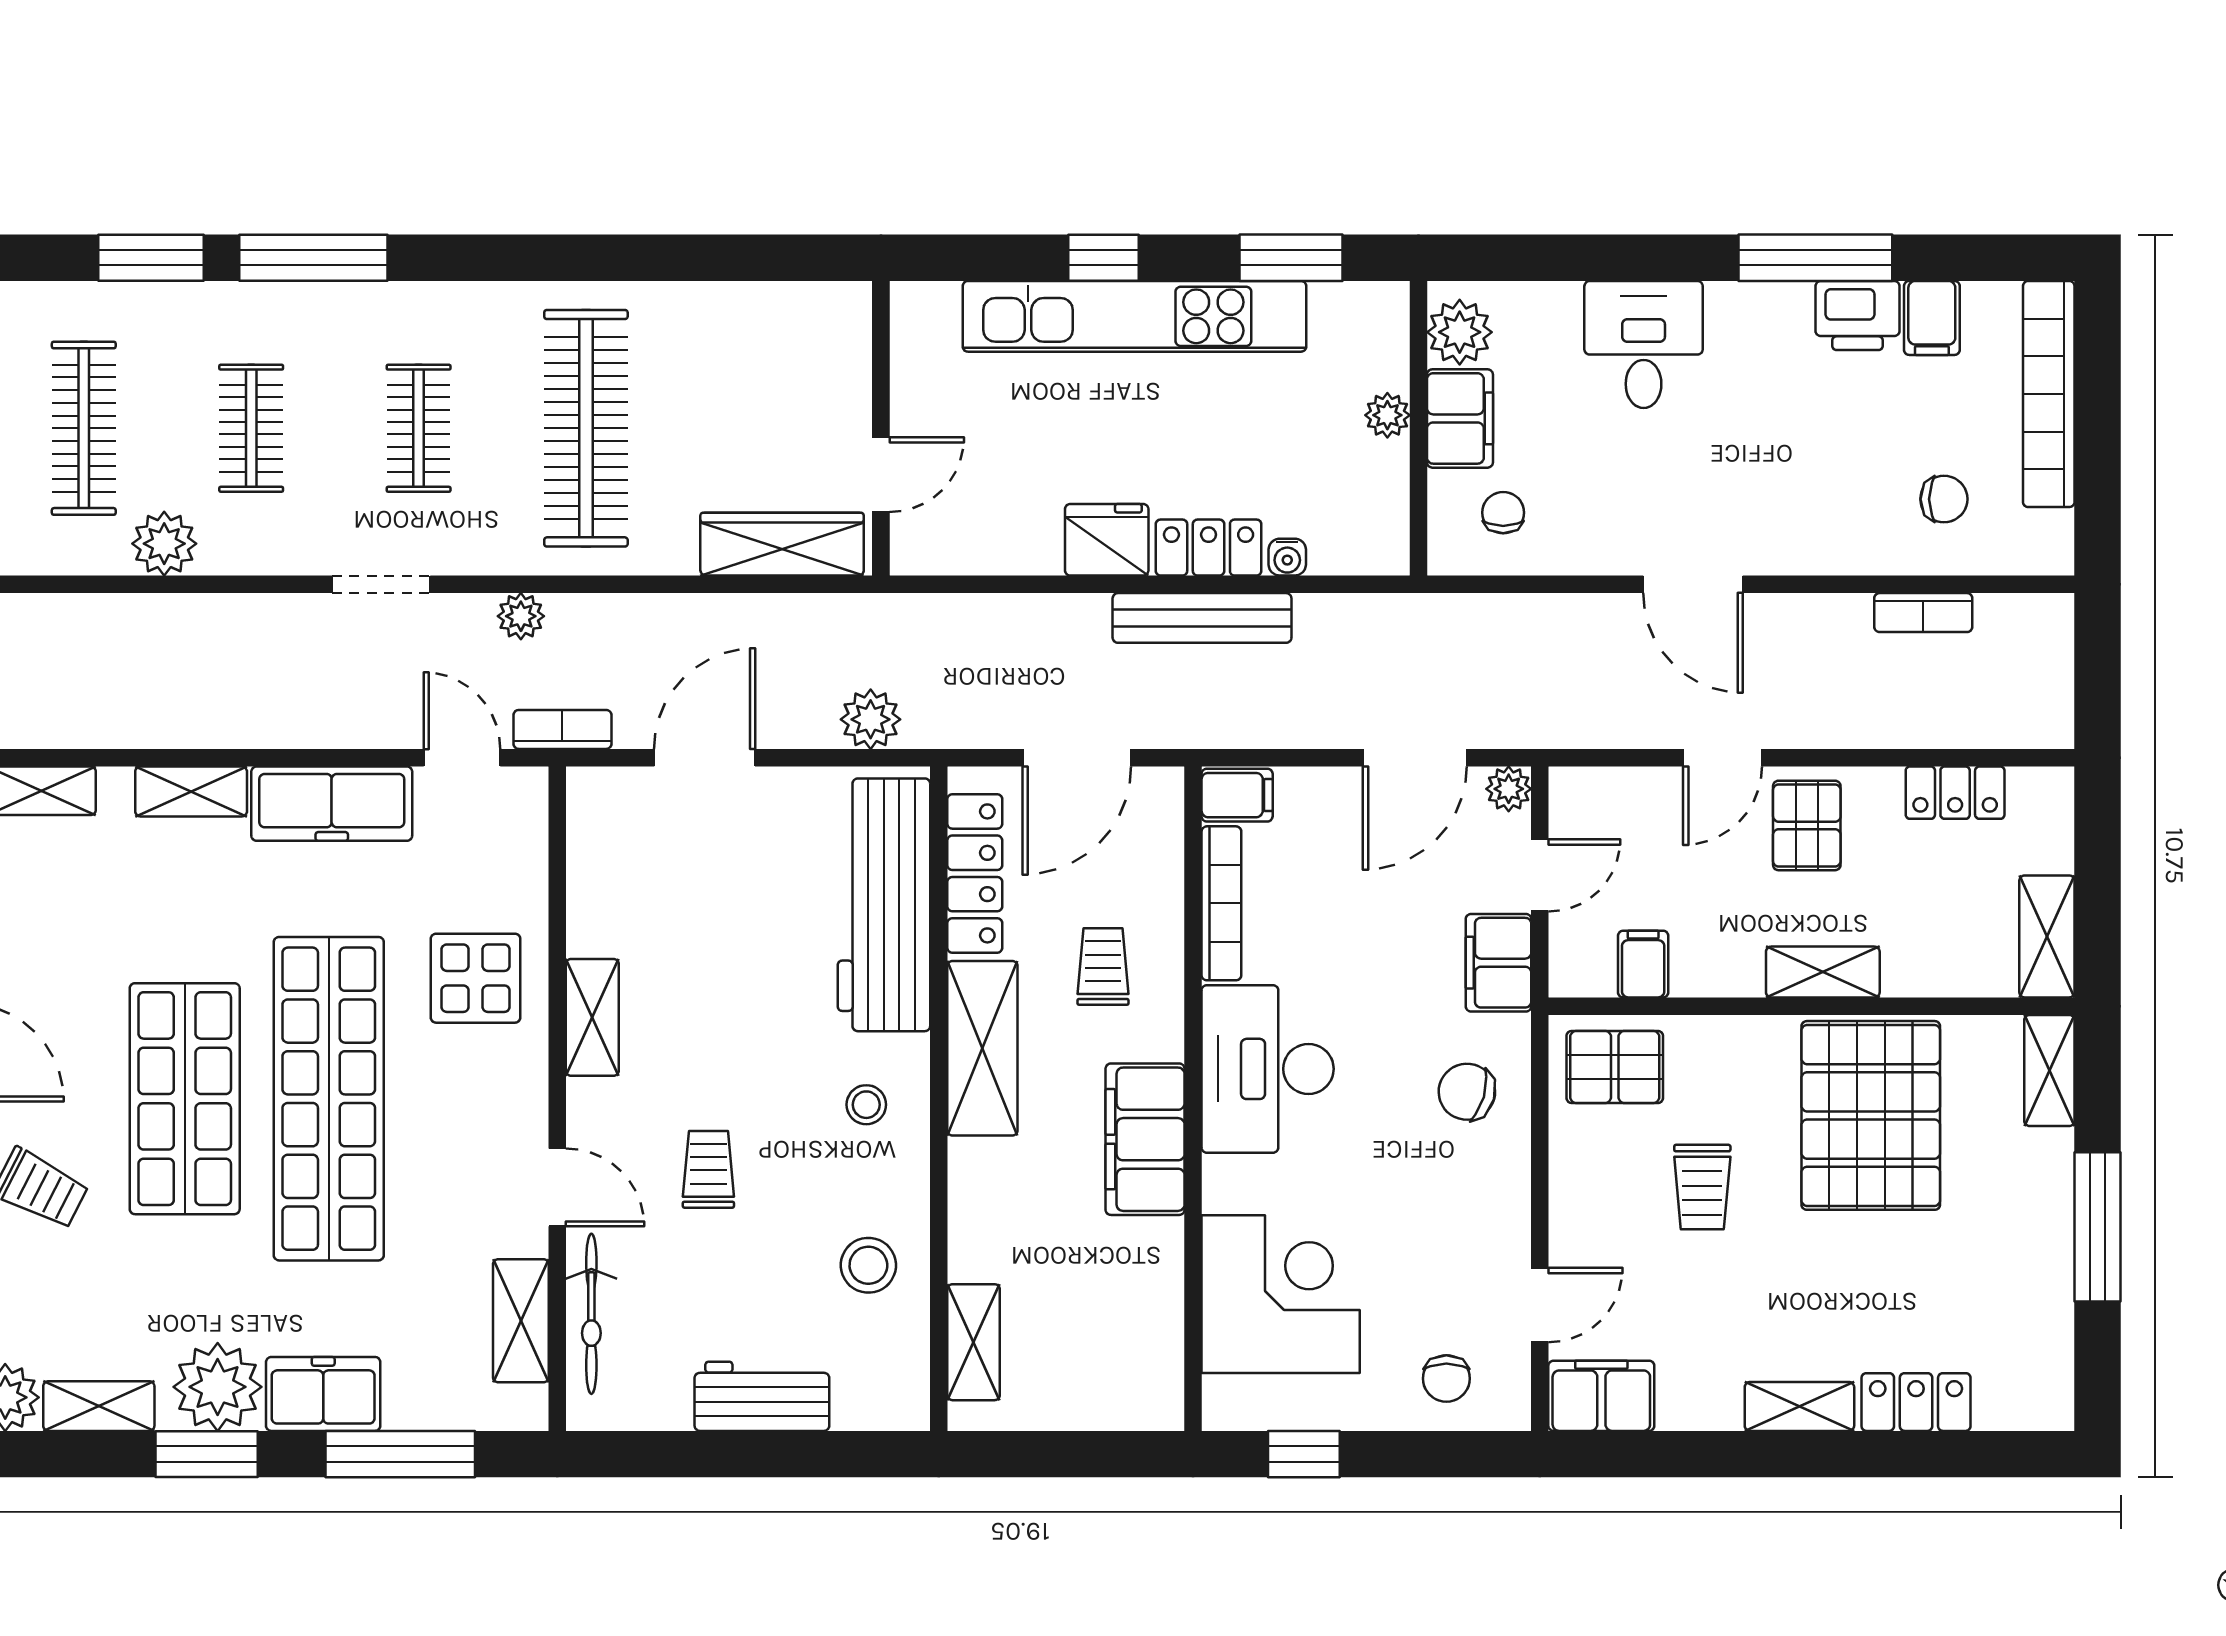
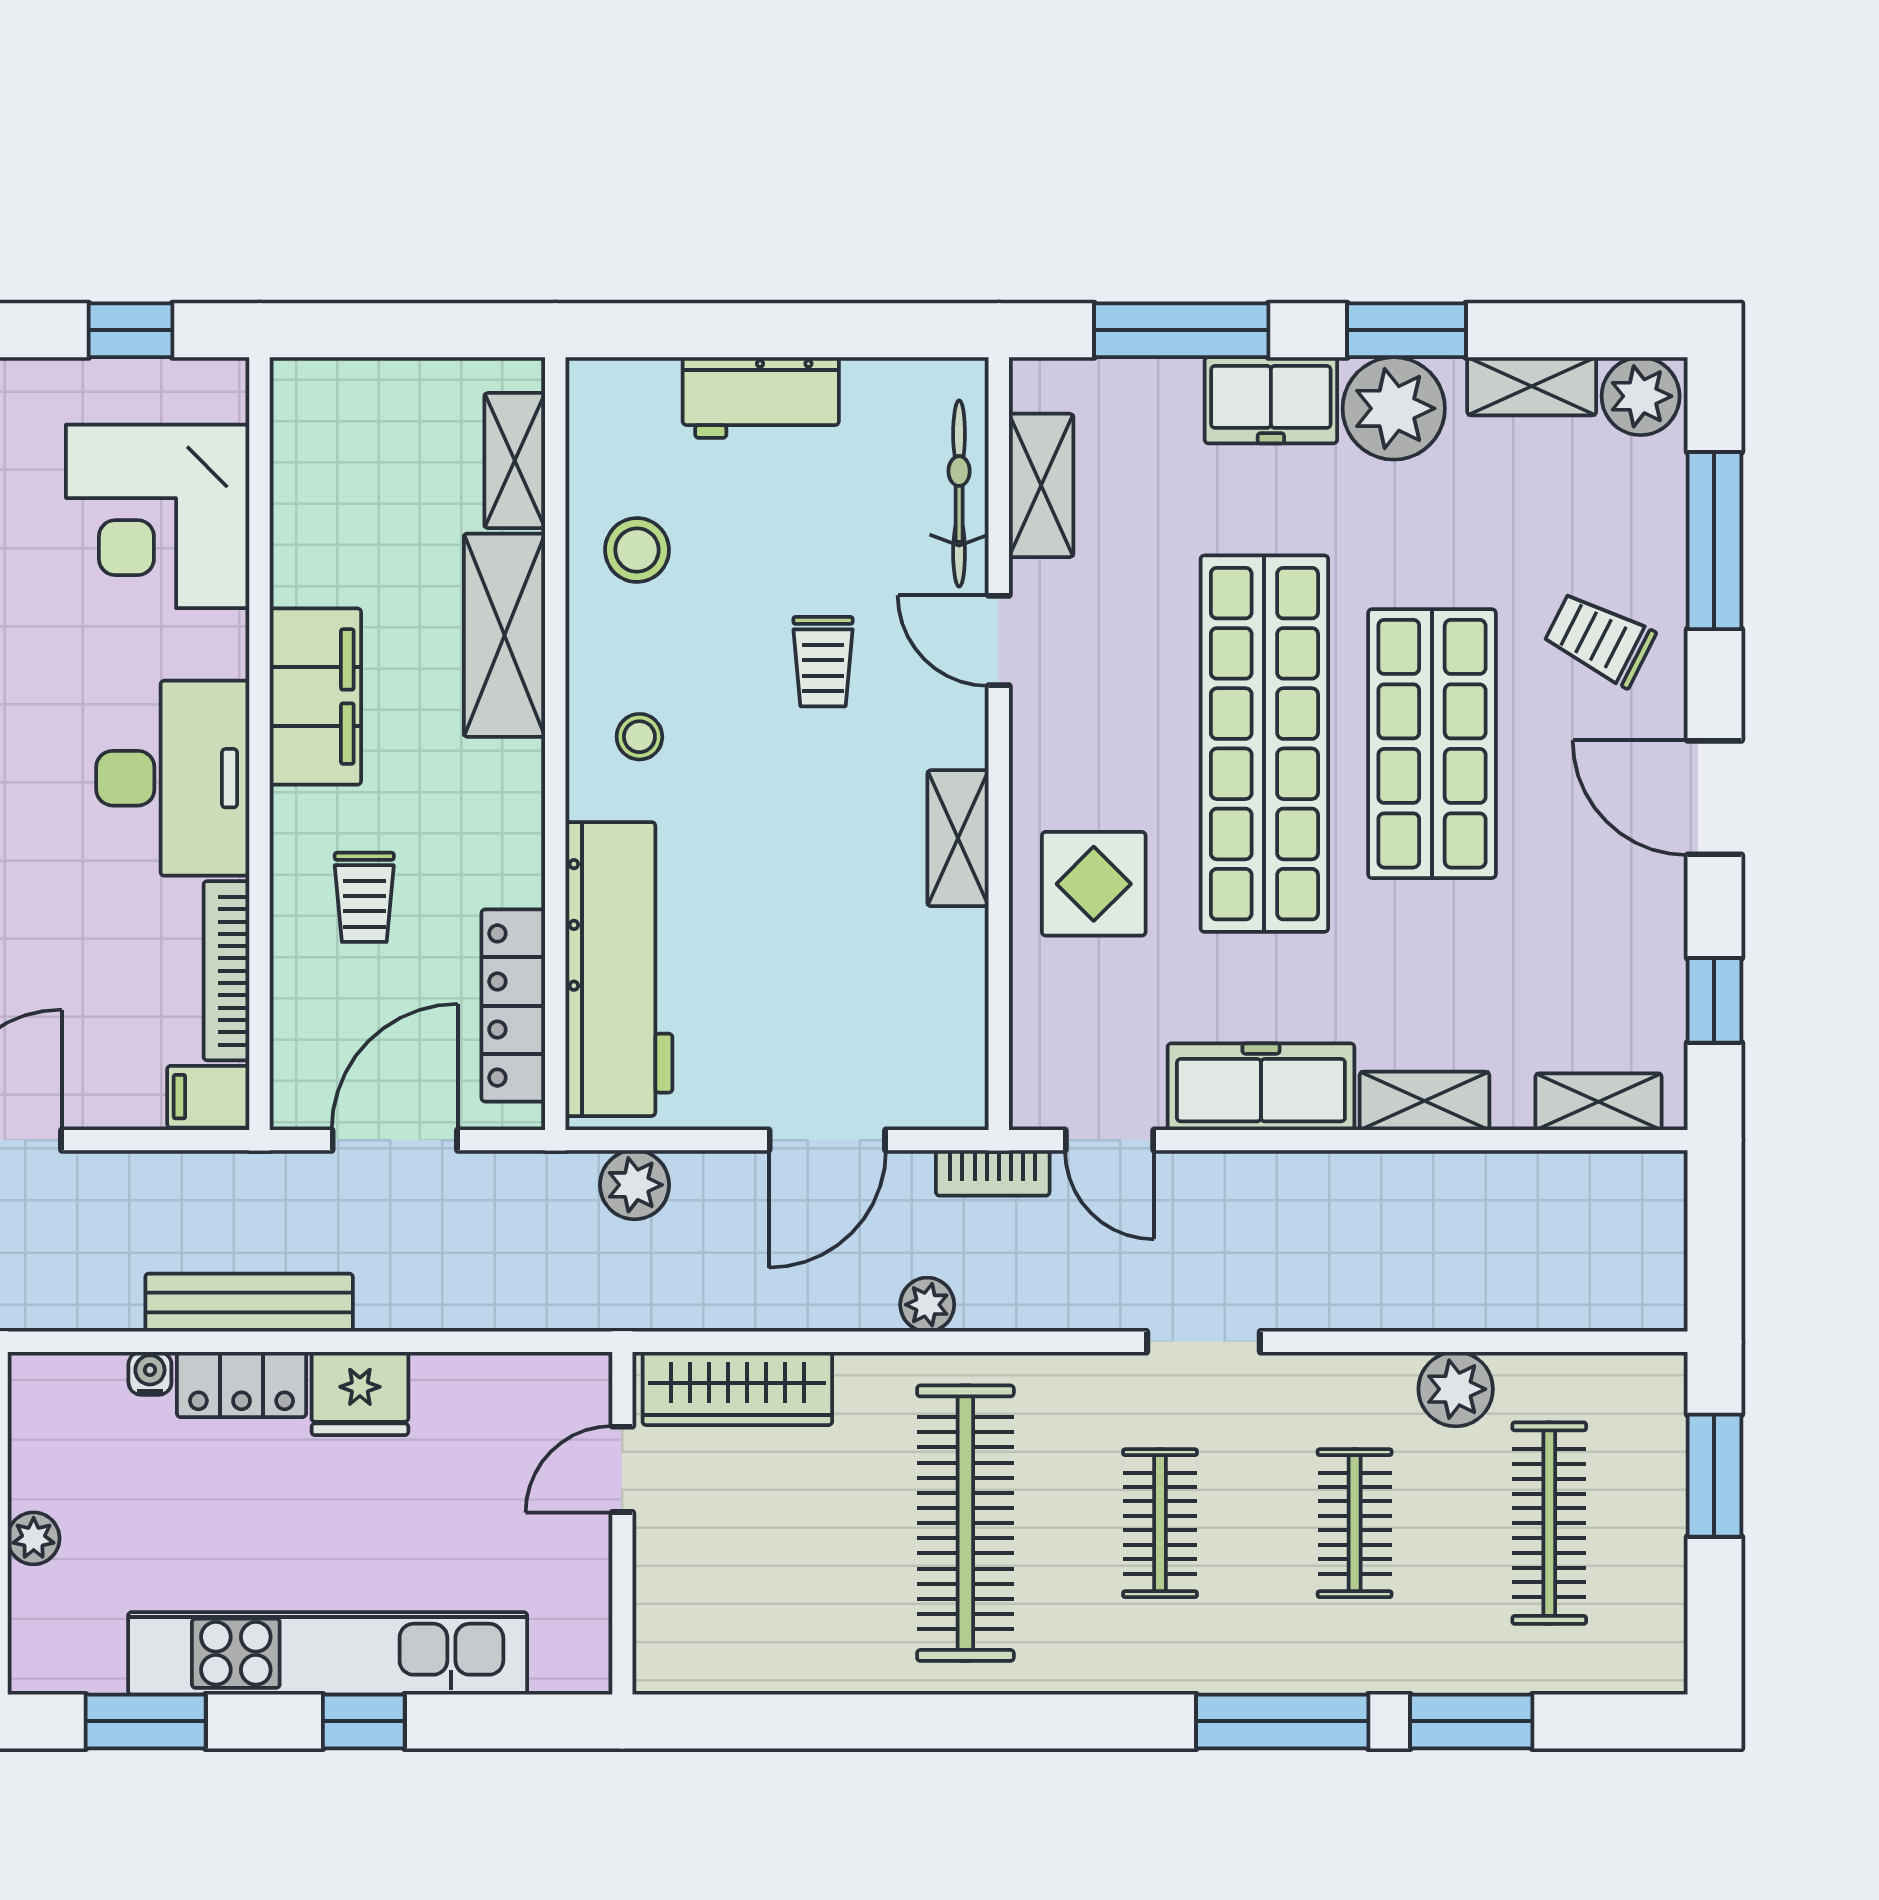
plant: (521, 616) -> (927, 1305), moved
shelving: (982, 1048) -> (504, 635), moved

